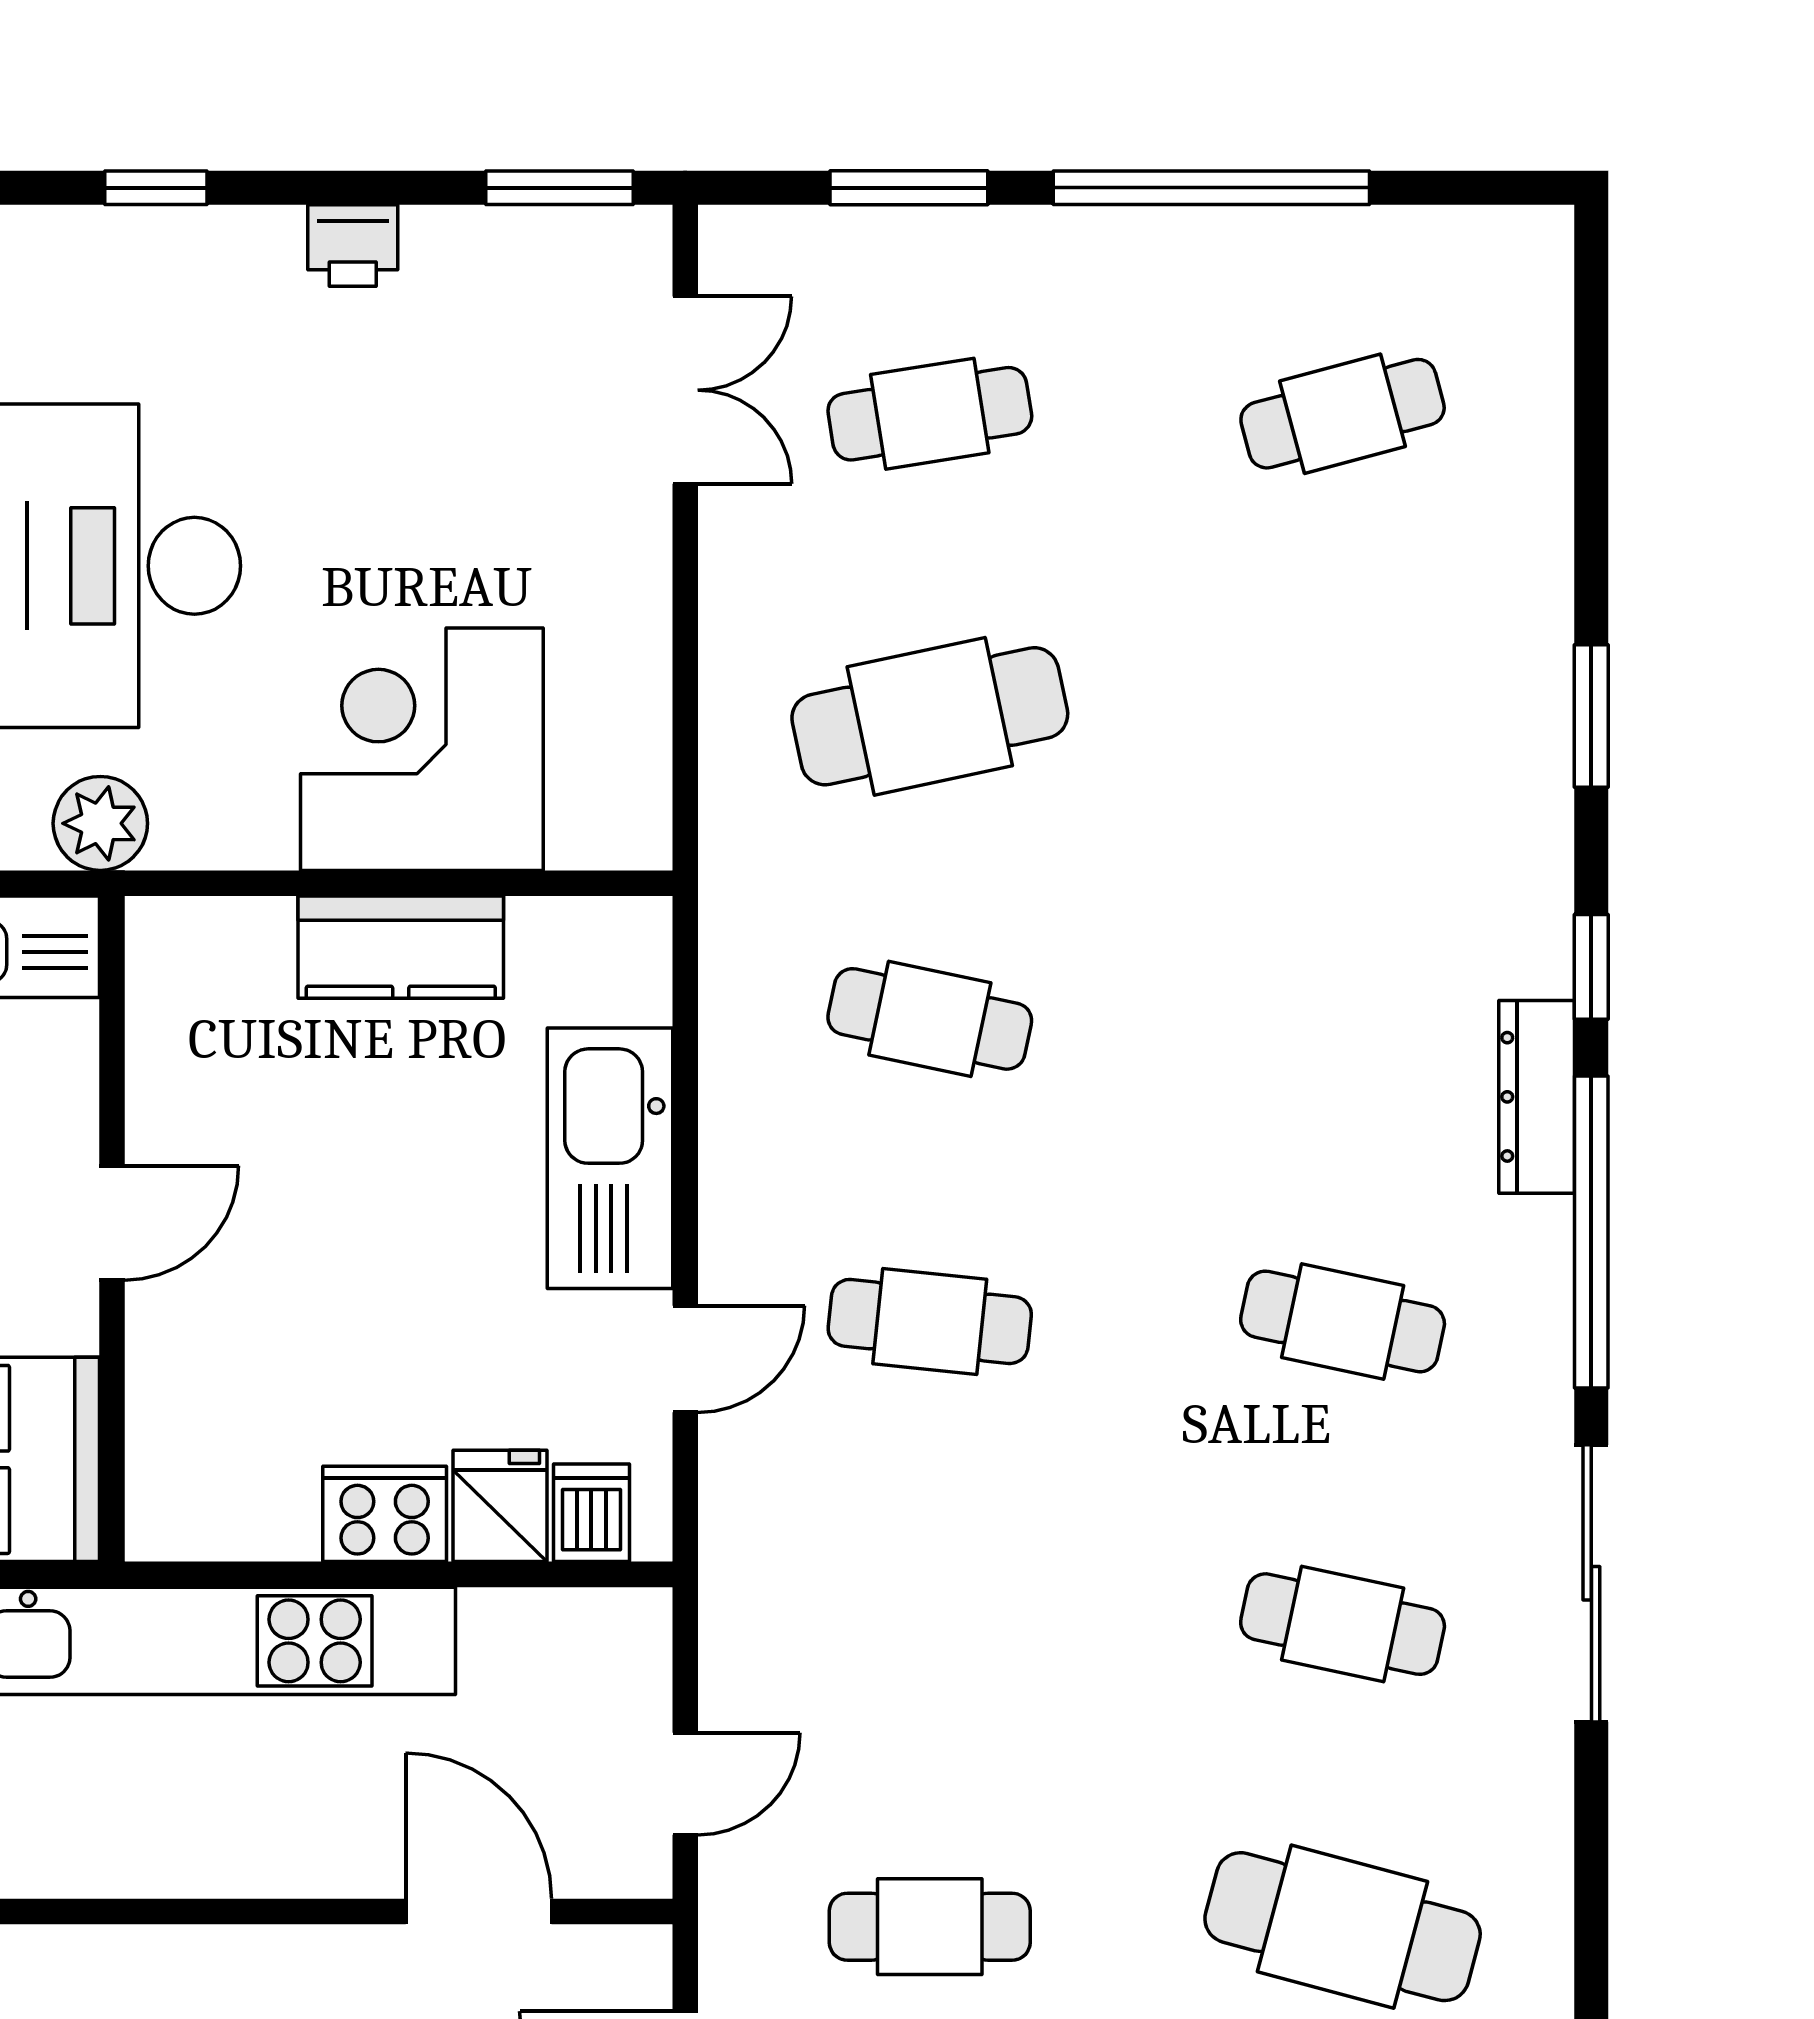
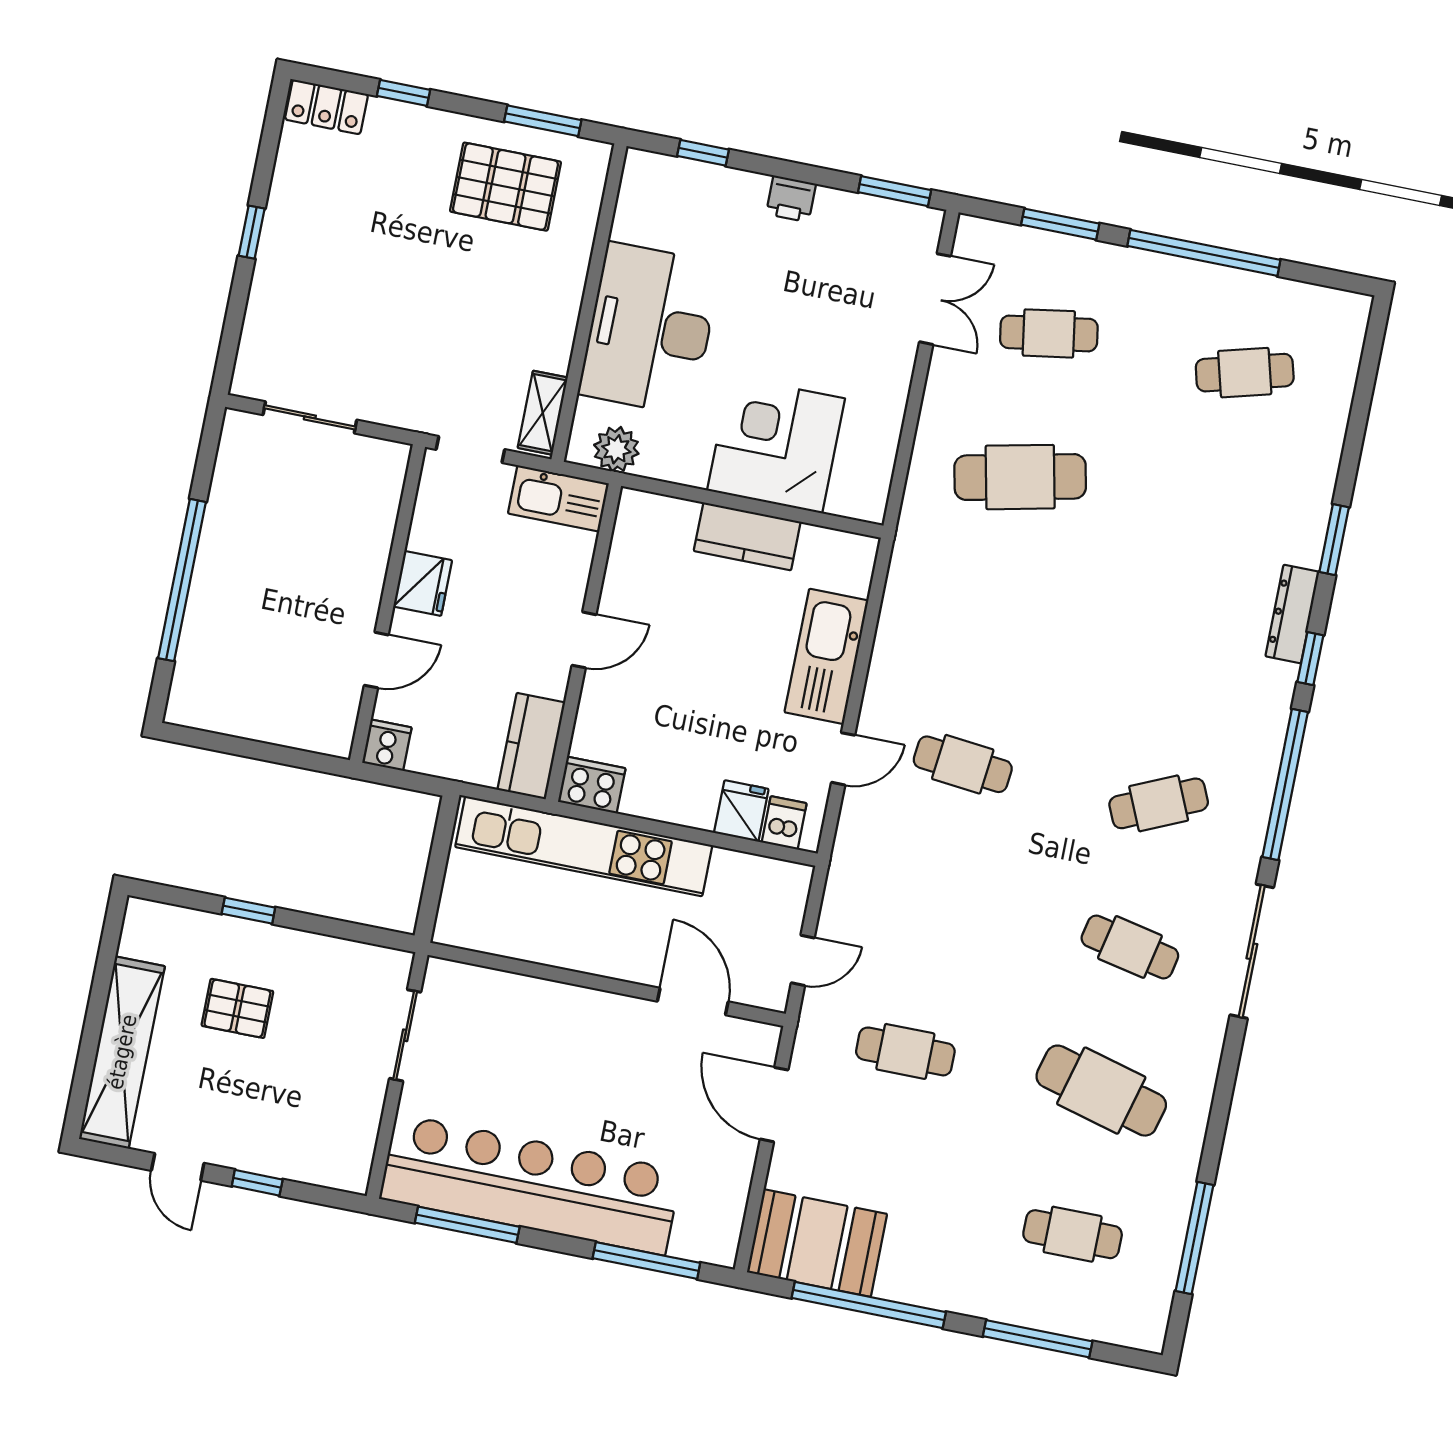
cafe table: (930, 1019) -> (991, 621), removed
dresser: (1537, 1097) -> (1292, 614), moved
cafe table: (1343, 1321) -> (1159, 803), turned -36
cooker: (385, 1514) -> (592, 785), moved

